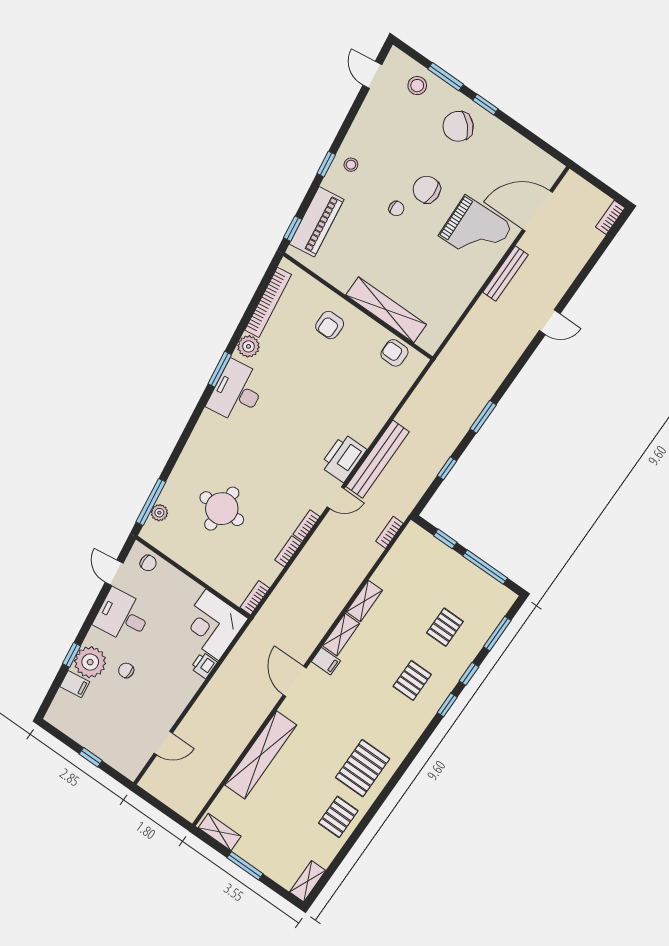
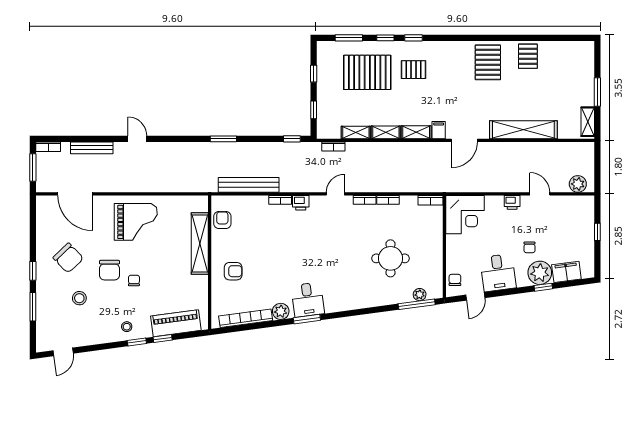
stool: (417, 86) -> (79, 298), moved
chair: (458, 126) -> (68, 258), moved
window: (599, 185) -> (33, 168), added
window: (293, 229) -> (163, 339), moved
grand piano: (476, 231) -> (136, 222), moved, turned 92
bench: (506, 273) -> (92, 148), moved
armchair: (394, 353) -> (222, 220), turned 180
desk: (237, 392) -> (308, 300), width x0.73
bookcase: (372, 432) -> (280, 200), added
printer: (343, 458) -> (301, 203), width x0.53, depth x0.68
bench: (378, 459) -> (249, 185), moved
window: (447, 468) -> (292, 139), moved
door: (336, 498) -> (335, 194), hinge flipped
window: (485, 567) -> (314, 74), width x0.46
pallet: (445, 627) -> (367, 72), width x2.05, depth x2.00
printer: (204, 665) -> (512, 202), moved
filing cabinet: (75, 684) -> (566, 272), width x2.00
door: (163, 743) -> (540, 194), moved
pallet: (363, 768) -> (488, 62), turned 90
plant: (159, 773) -> (578, 184), added
pallet: (338, 817) -> (528, 56), turned 90
shelving: (308, 881) -> (356, 132), moved

